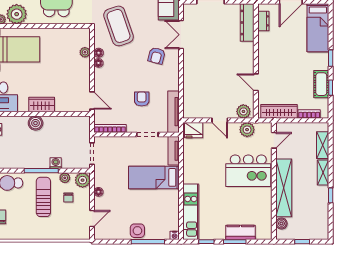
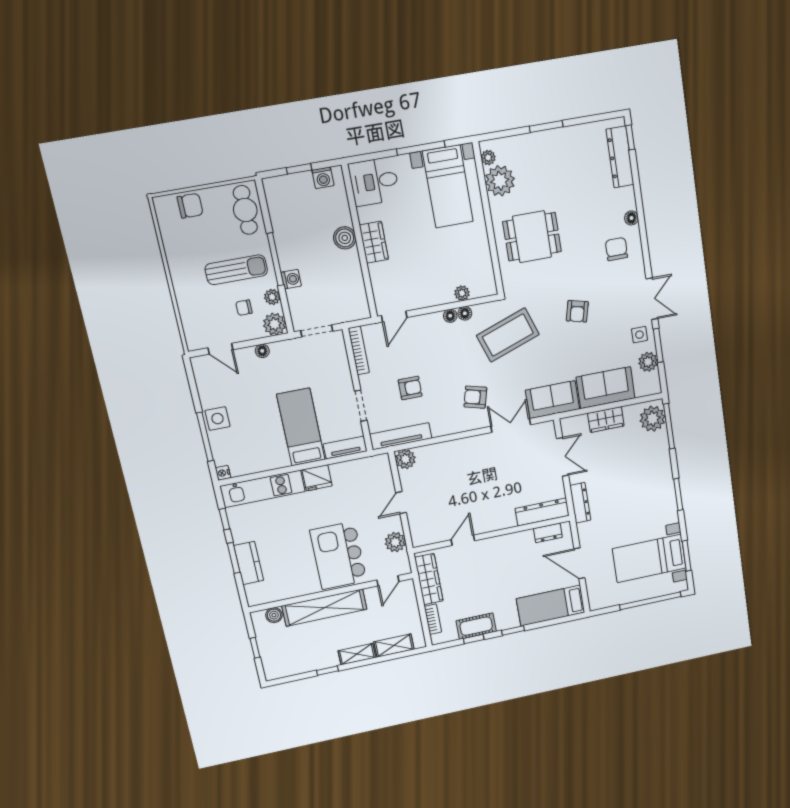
plant: (243, 111) -> (405, 459), moved
fridge: (194, 130) -> (317, 478), moved, turned -90
door: (274, 140) -> (388, 581), hinge flipped

